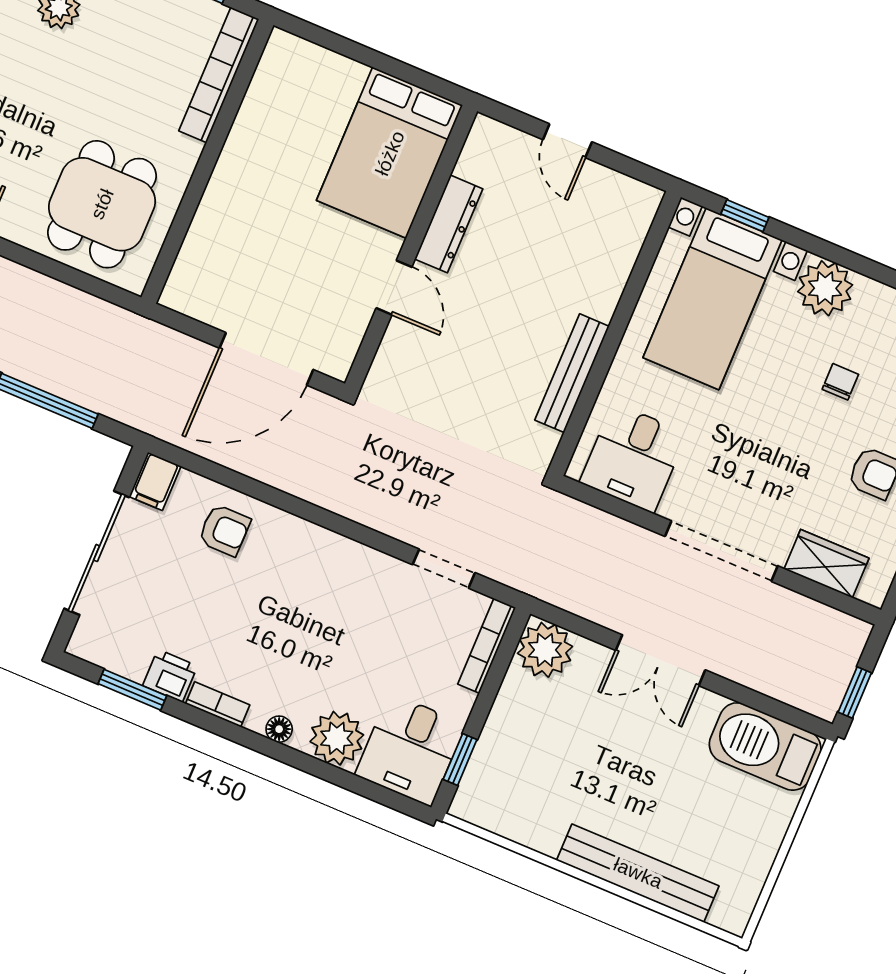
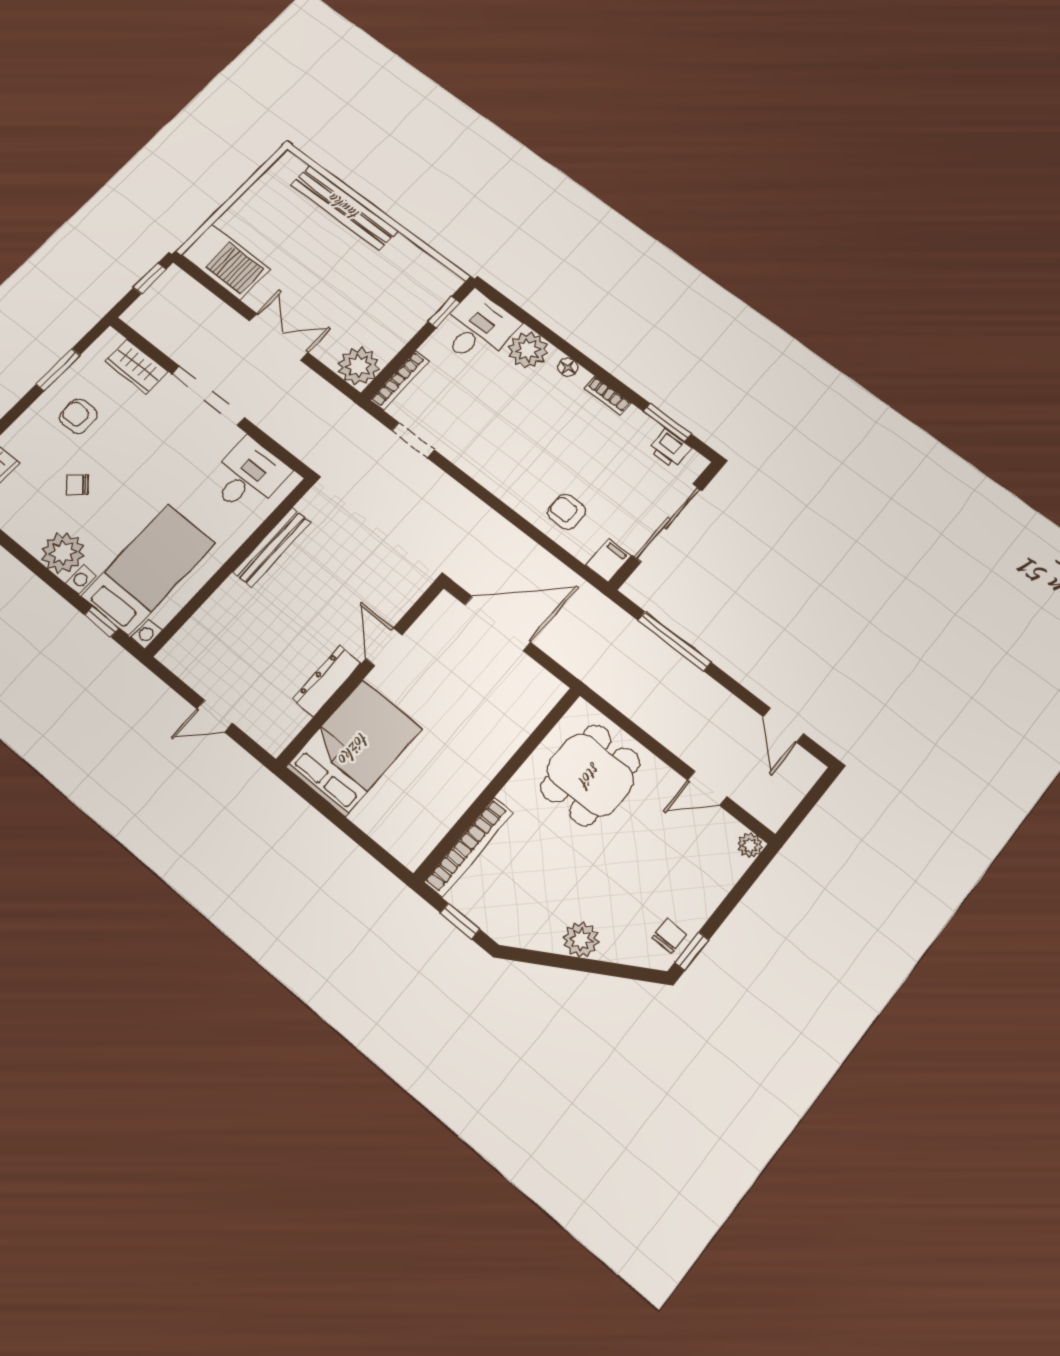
door: (567, 141) -> (215, 716), swing flipped
chair: (840, 382) -> (78, 485), turned 48
printer: (170, 676) -> (670, 449), moved

